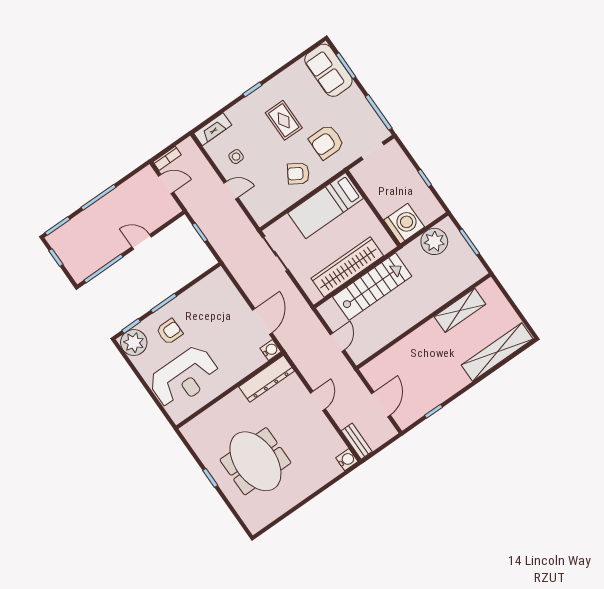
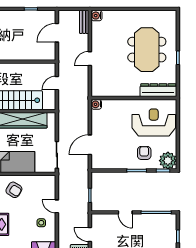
door: (262, 321) -> (90, 145), moved
armchair: (170, 332) -> (144, 153), turned 90
dresser: (267, 379) -> (158, 90), moved

